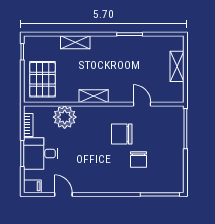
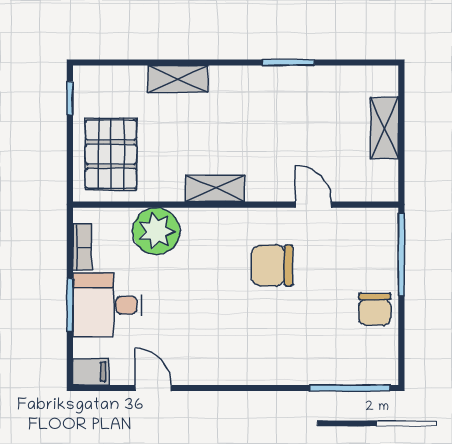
chair: (139, 160) -> (375, 309), moved

